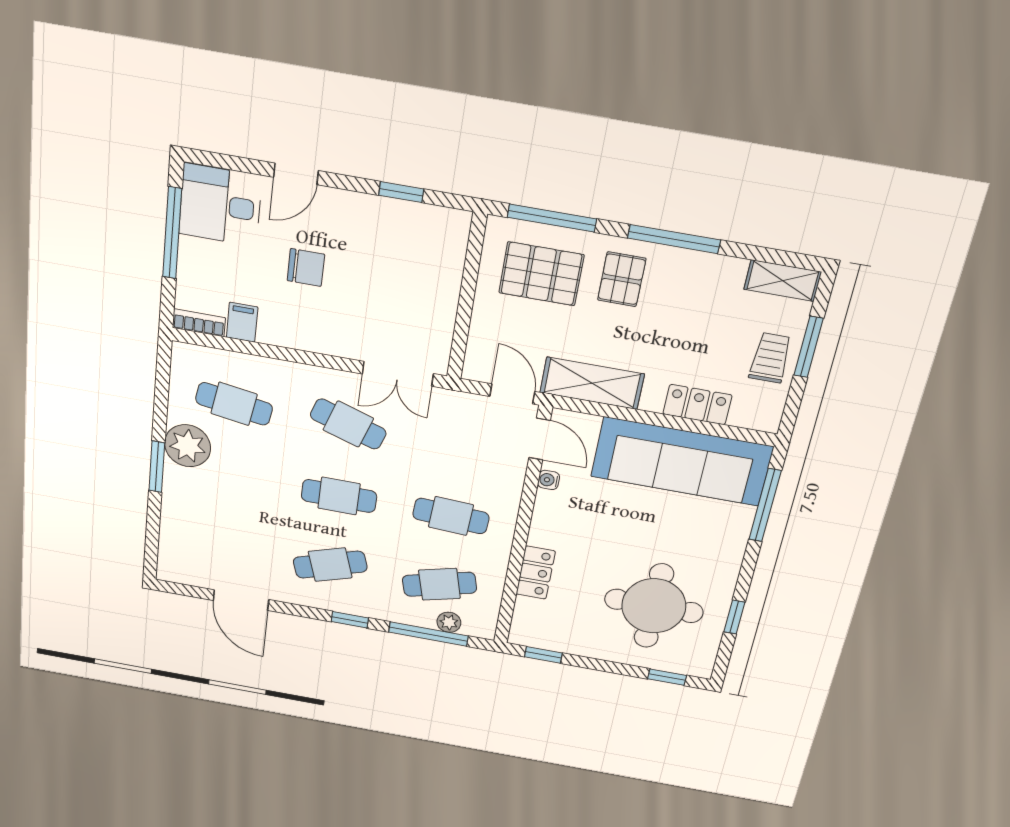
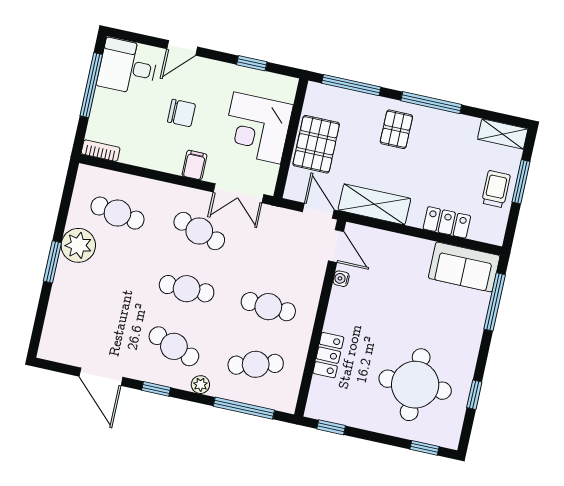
pallet: (541, 274) -> (316, 144), moved, turned 90
corner desk: (417, 284) -> (257, 128), added
filing cabinet: (242, 322) -> (194, 165), moved
sofa: (682, 462) -> (464, 267), width x0.54, depth x0.79
cafe table: (330, 565) -> (174, 346), turned 39
window: (350, 620) -> (156, 389), moved
plant: (449, 622) -> (200, 385), moved

